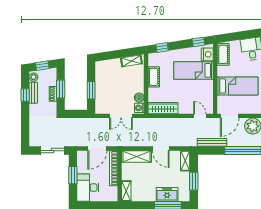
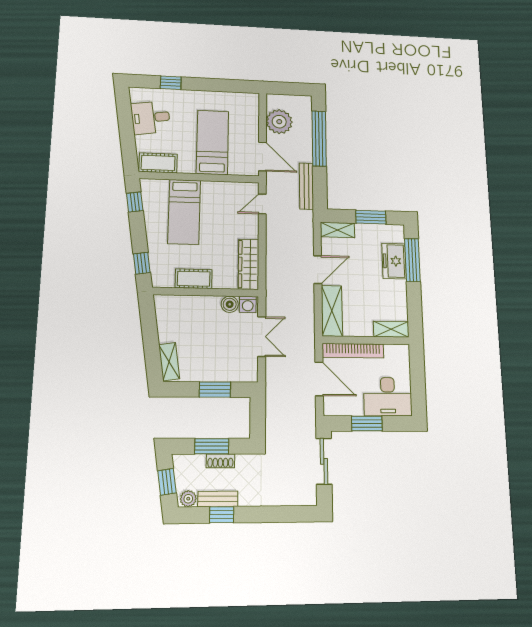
nightstand: (207, 54) -> (157, 188), removed
shelving: (131, 61) -> (169, 362), moved

